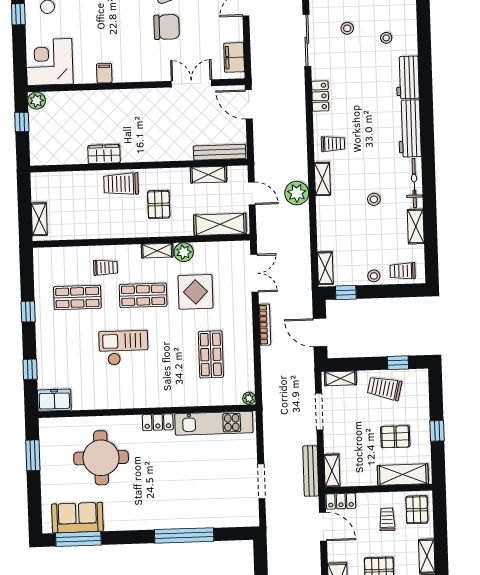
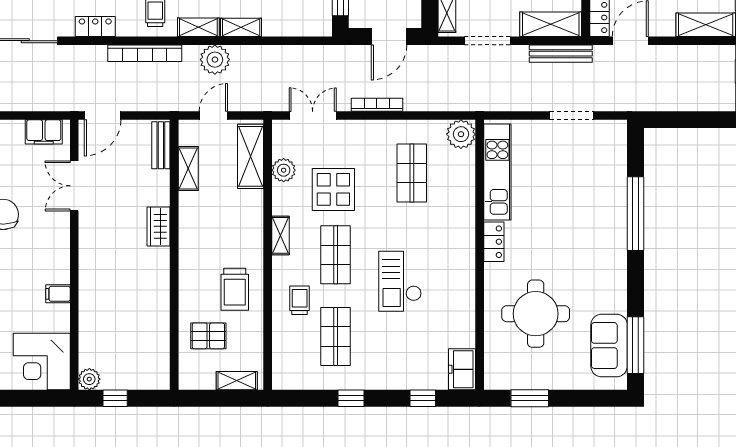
bookcase: (300, 137) -> (145, 53), added
bench: (220, 152) -> (161, 145), width x0.73
wardrobe: (104, 154) -> (159, 226), moved
trolley: (121, 184) -> (235, 289), moved
pallet: (159, 204) -> (208, 336), moved
plant: (184, 252) -> (284, 170), moved
shelving: (325, 268) -> (241, 27), moved
shop shelf: (211, 354) -> (412, 173), turned 90
plant: (249, 398) -> (461, 134), width x1.87, depth x1.87
shelving: (332, 471) -> (551, 24), width x1.50, depth x1.33

